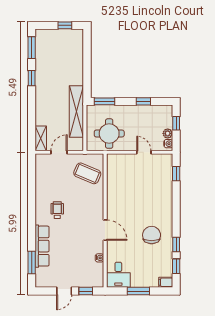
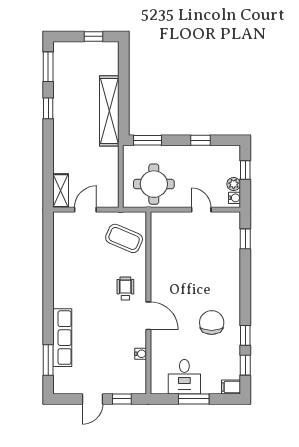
shelving: (76, 112) -> (109, 111), moved
wheelchair: (57, 210) -> (125, 289), moved
desk: (118, 275) -> (184, 377), moved

